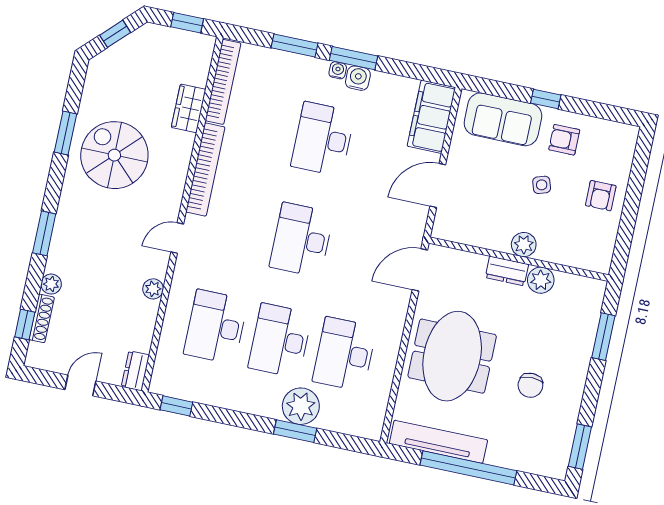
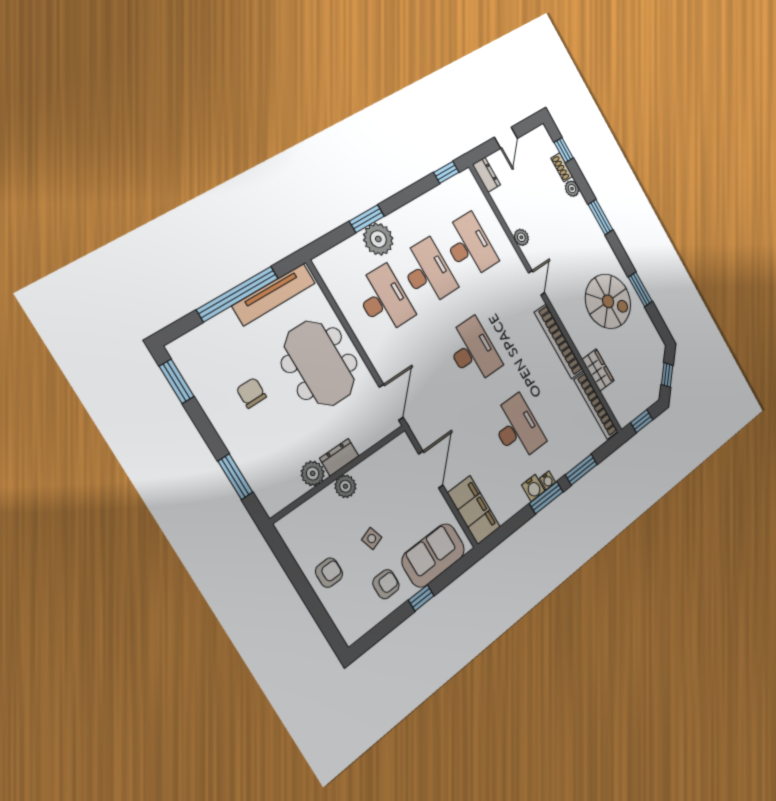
armchair: (601, 196) -> (329, 573), turned 90
shoe rack: (42, 318) -> (562, 167), width x0.70

